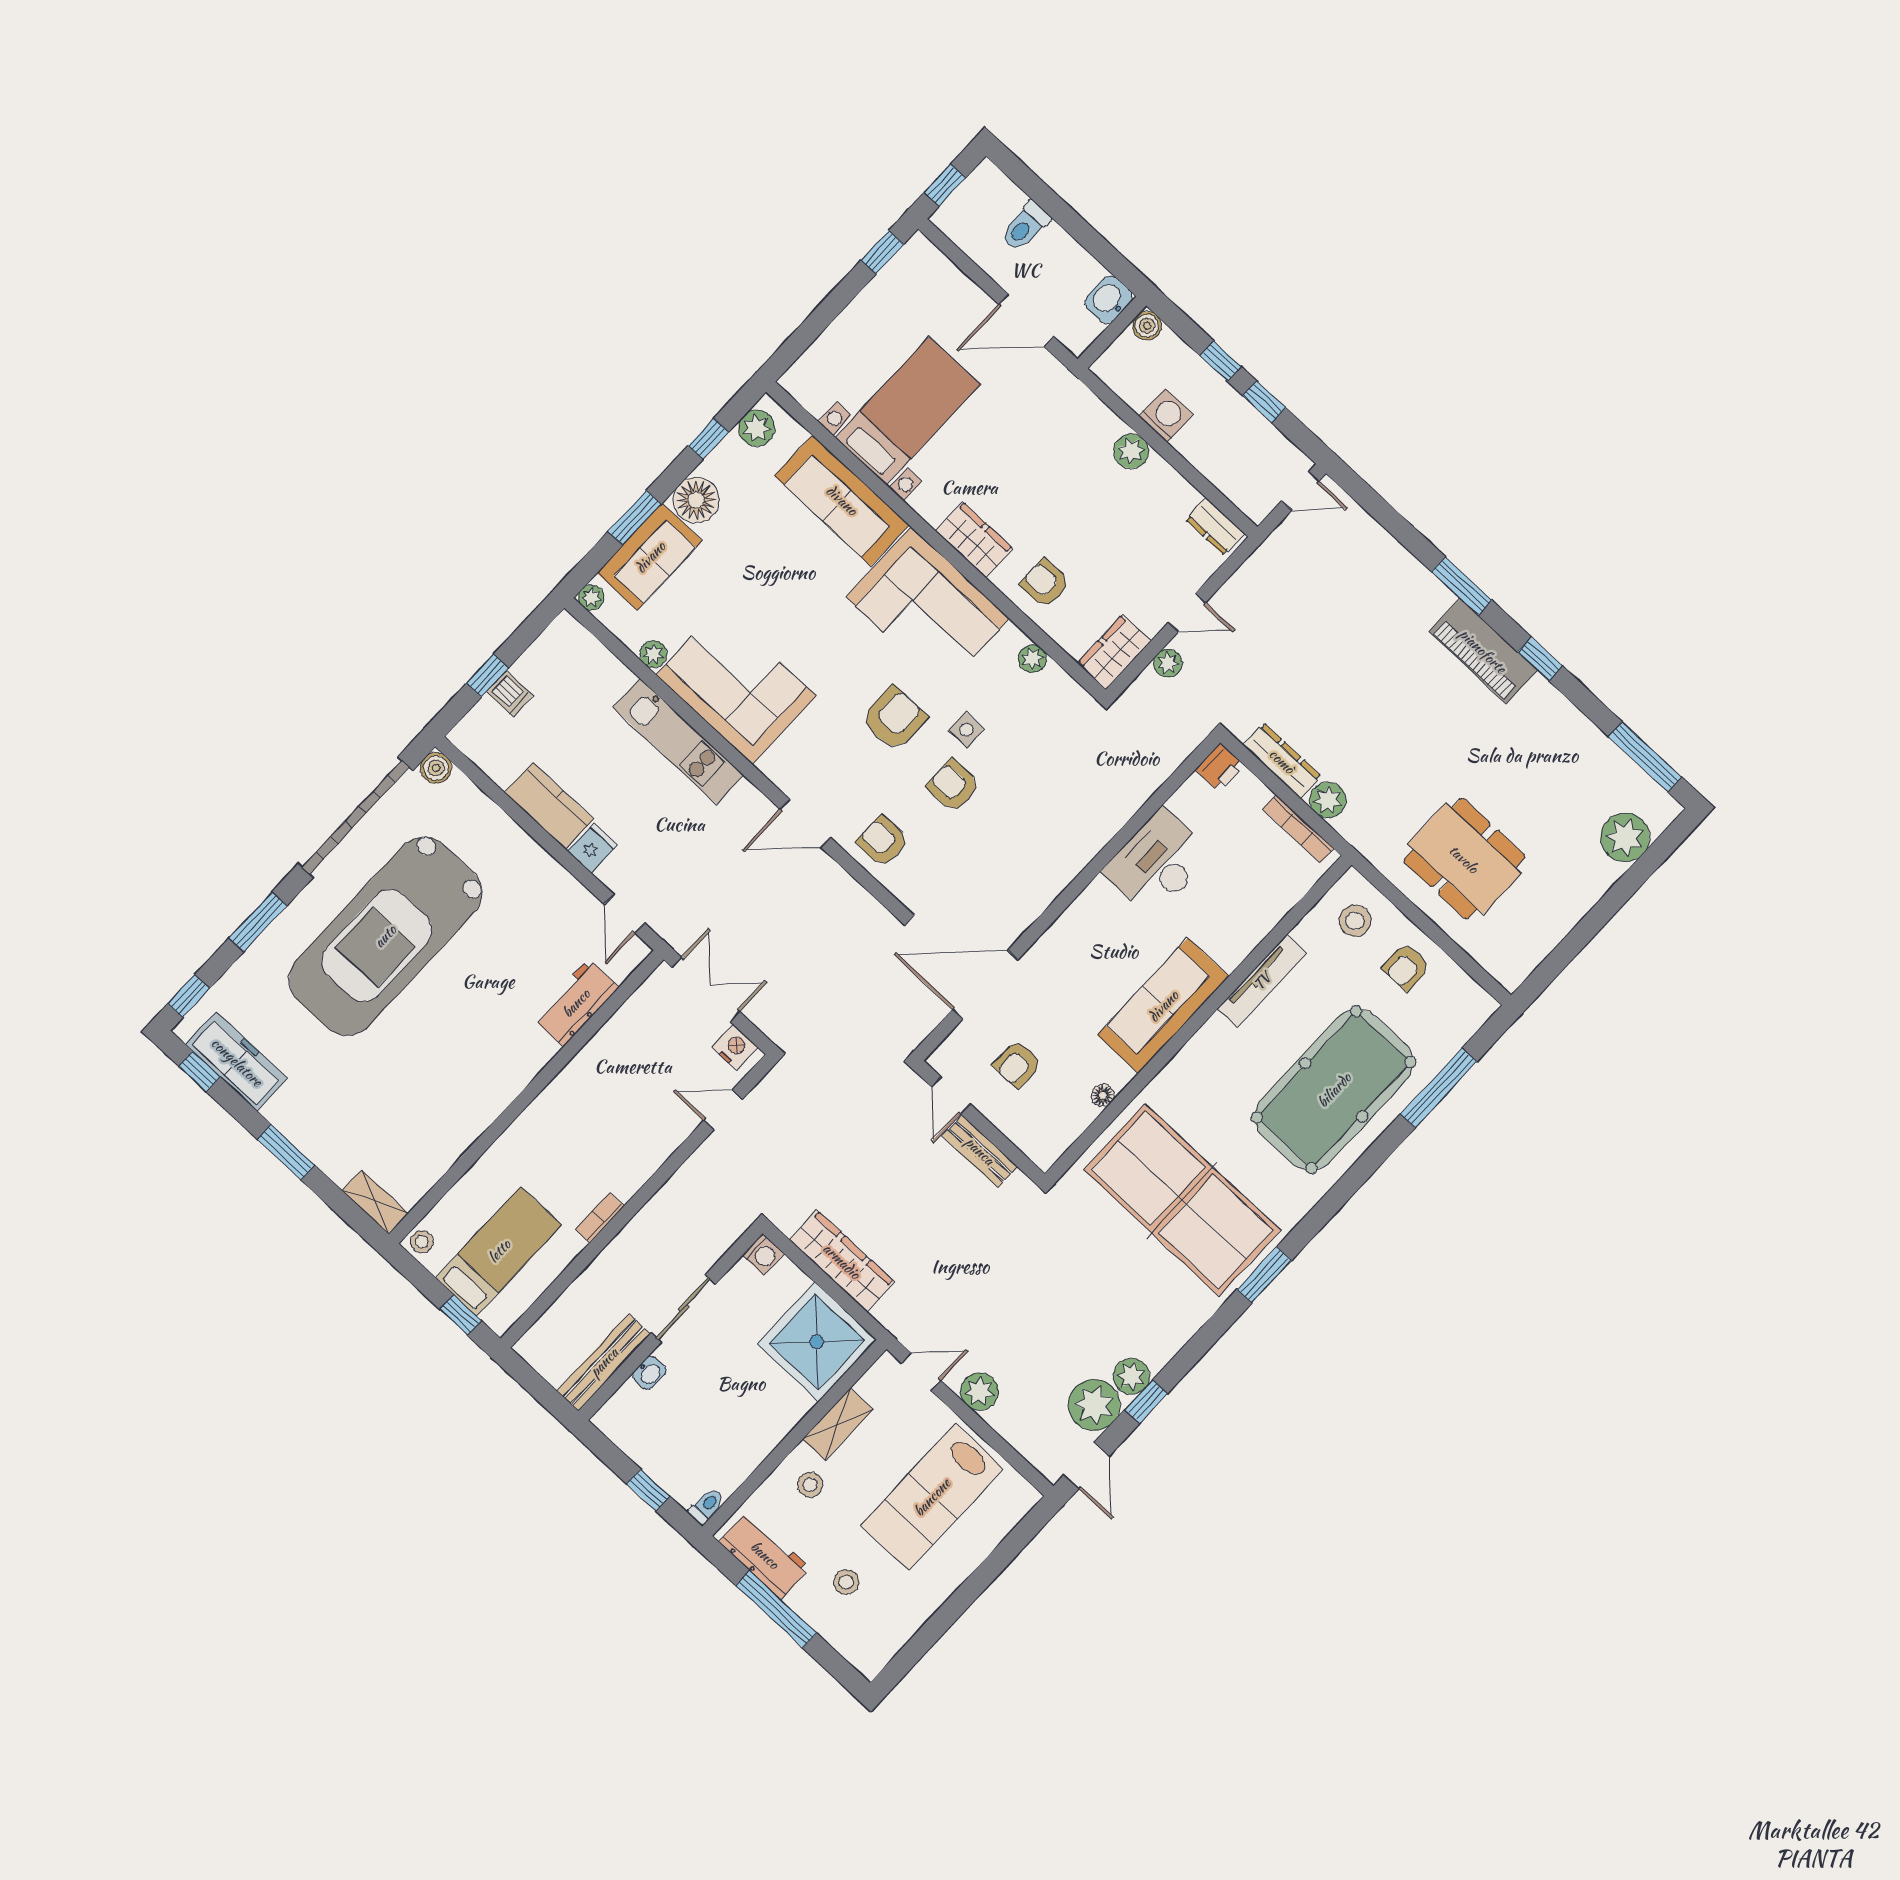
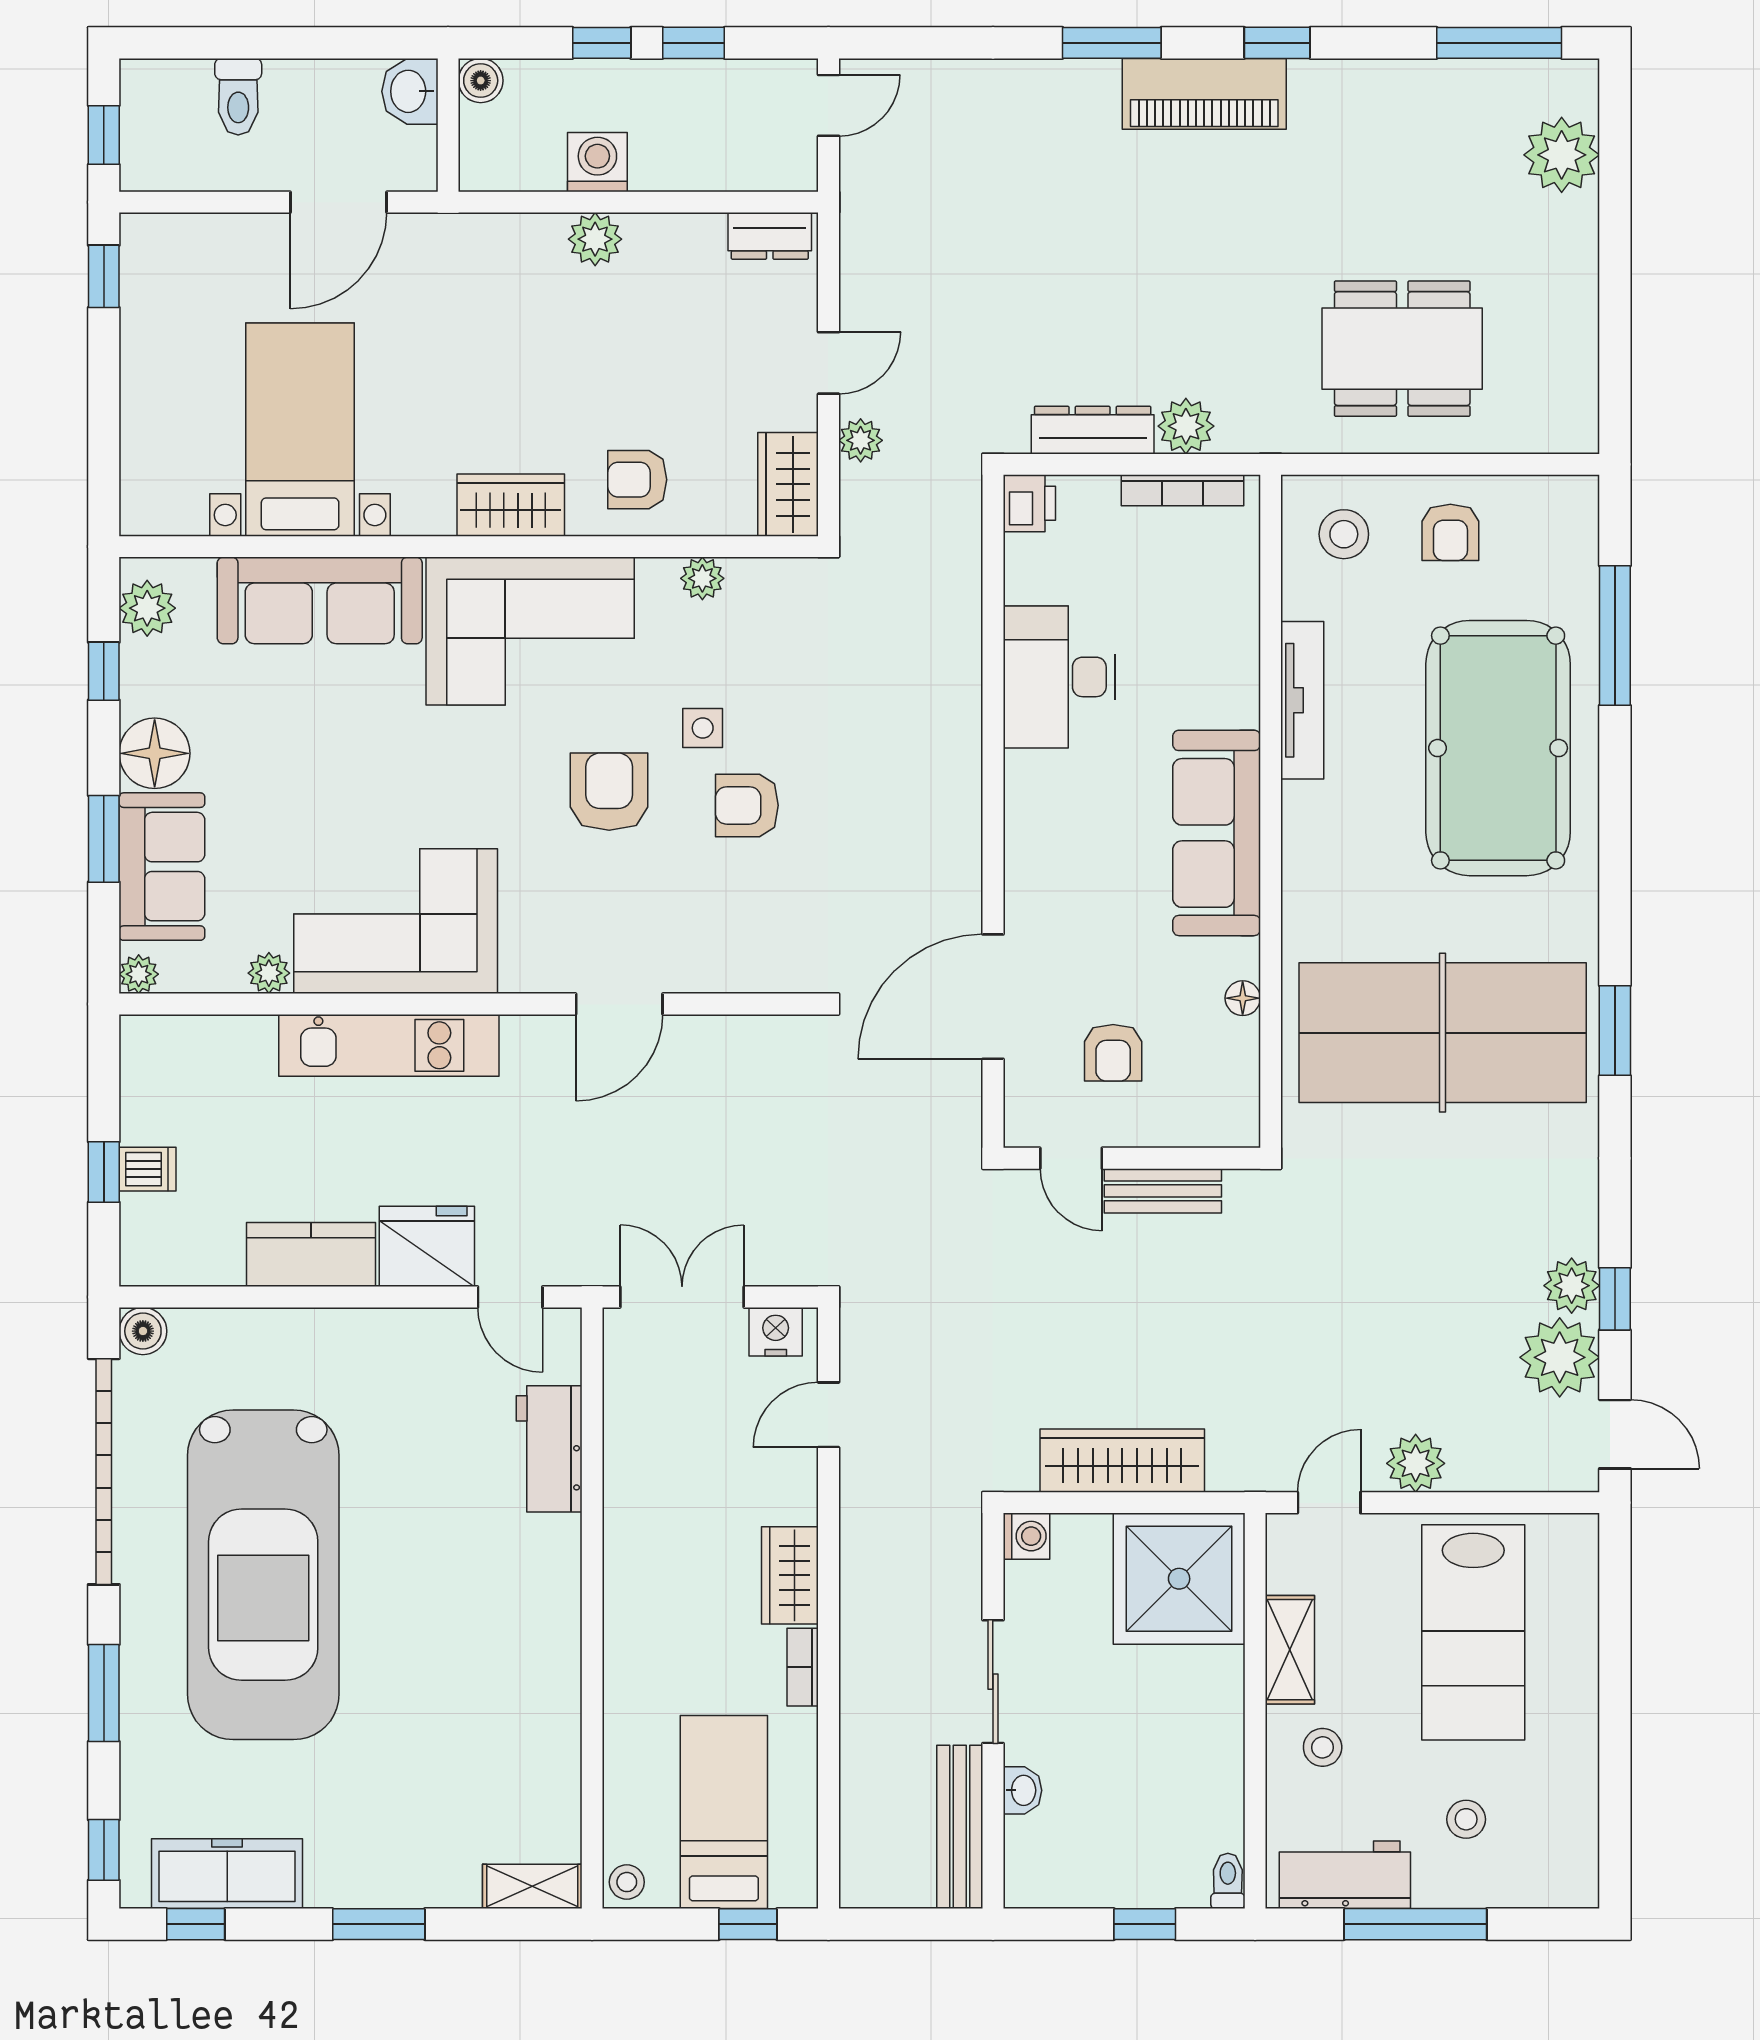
armchair: (883, 841) -> (726, 943), removed
fridge: (592, 848) -> (427, 1246), width x1.88, depth x1.34
wardrobe: (634, 1169) -> (790, 1575), added

